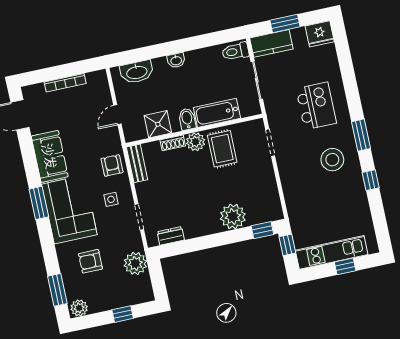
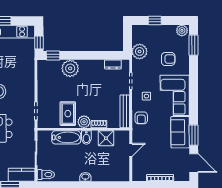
washbasin: (137, 72) -> (112, 175), removed
bench: (137, 163) -> (125, 111), width x1.36
window: (39, 203) -> (194, 135), moved

